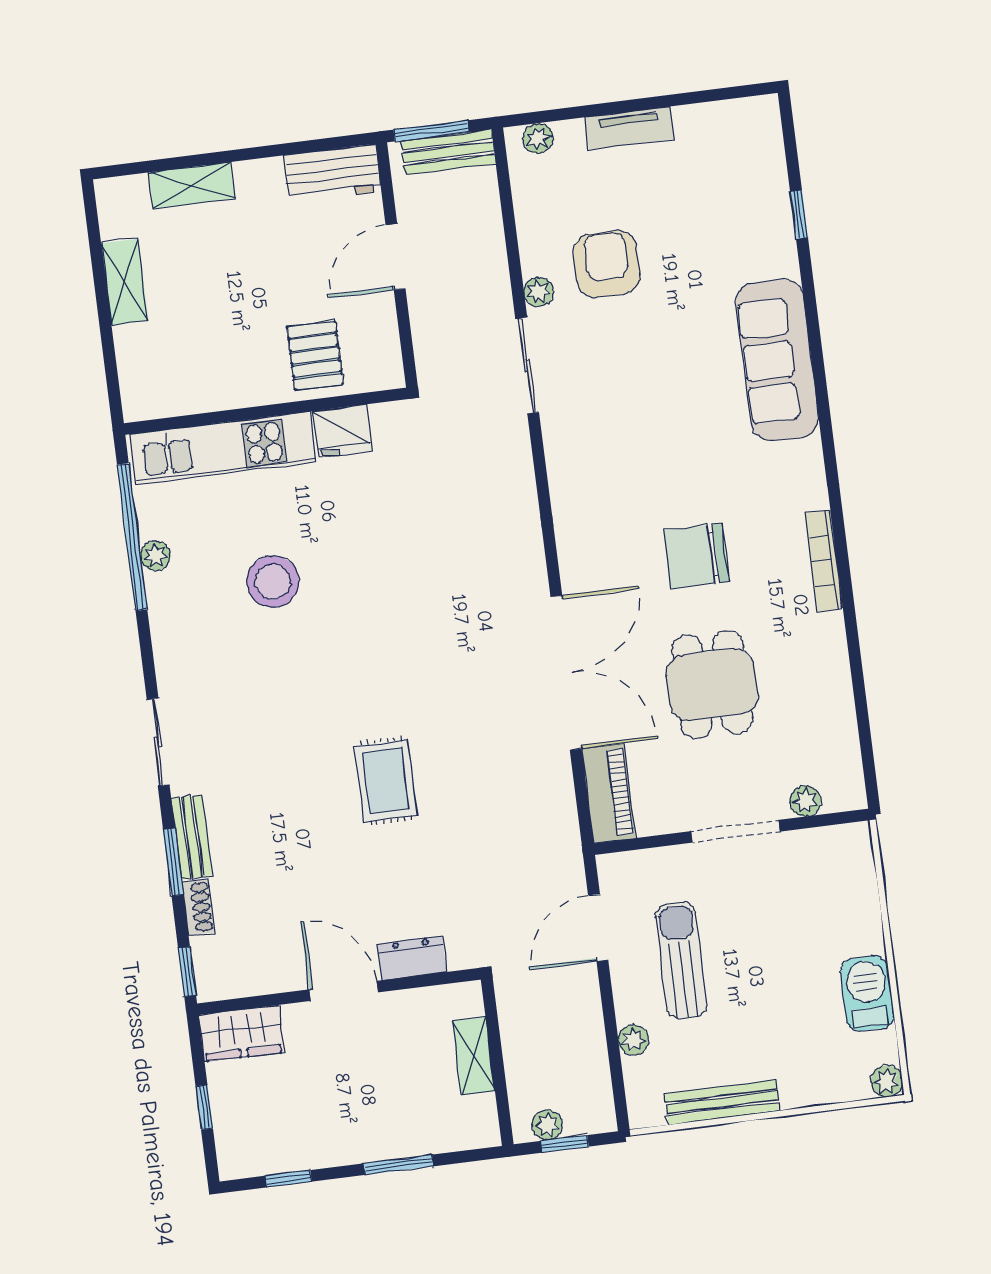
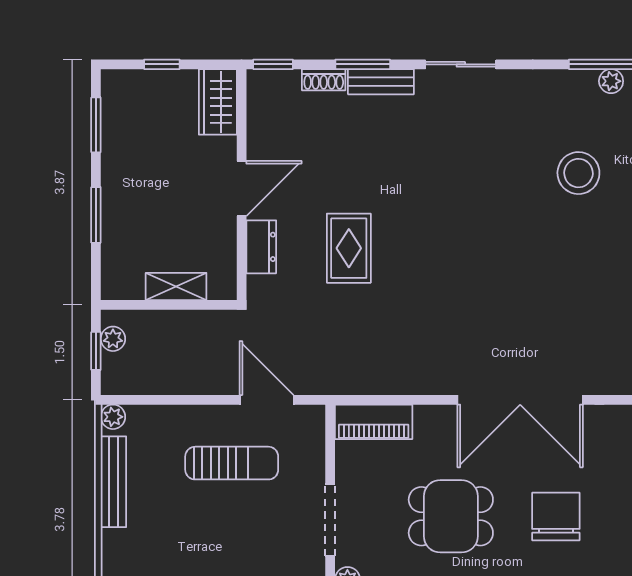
double door: (566, 673) -> (520, 400), moved
rug: (386, 781) -> (349, 248), moved, turned 90
plant: (633, 1040) -> (113, 417), moved
window: (288, 1179) -> (96, 125), width x1.50

